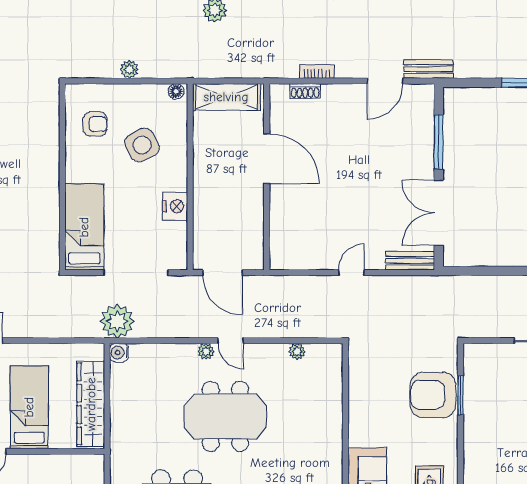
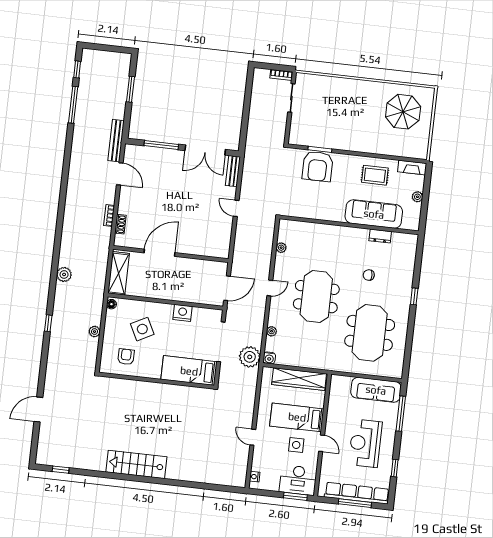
bench: (429, 69) -> (116, 141), width x1.36
plant: (206, 351) -> (272, 331), moved

